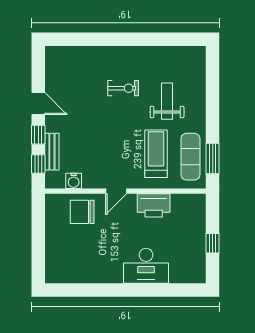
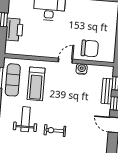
weight bench: (167, 101) -> (26, 119), turned 180
water cooler: (74, 181) -> (82, 69), moved
printer: (154, 205) -> (14, 30), moved, turned 90

